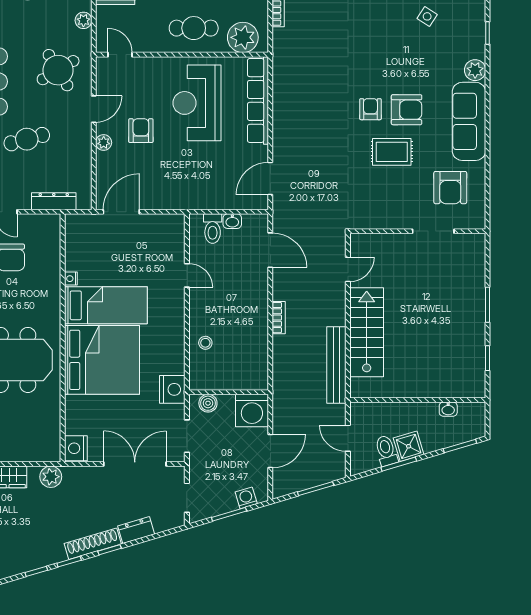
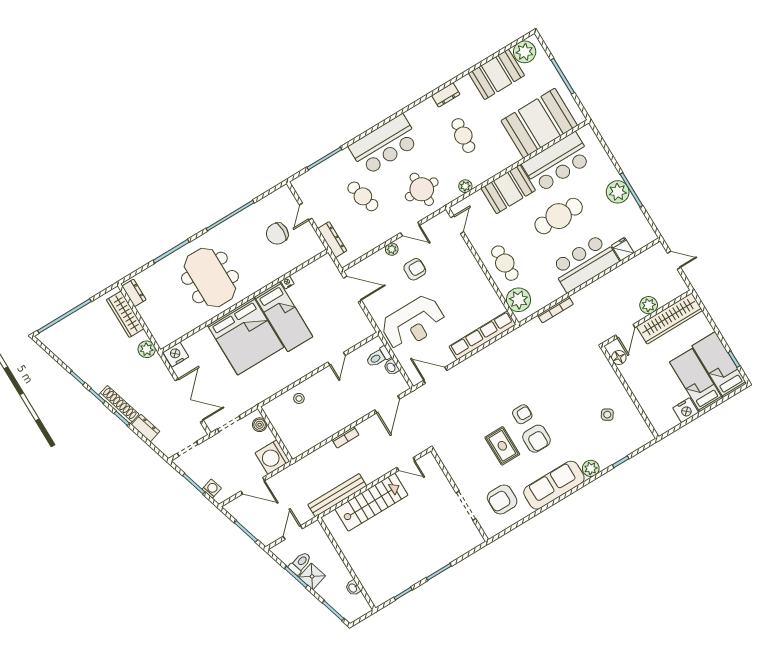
round table: (58, 70) -> (422, 189), turned 31
reception desk: (197, 103) -> (413, 323), moved, turned 180
nightstand: (172, 389) -> (254, 395), removed

